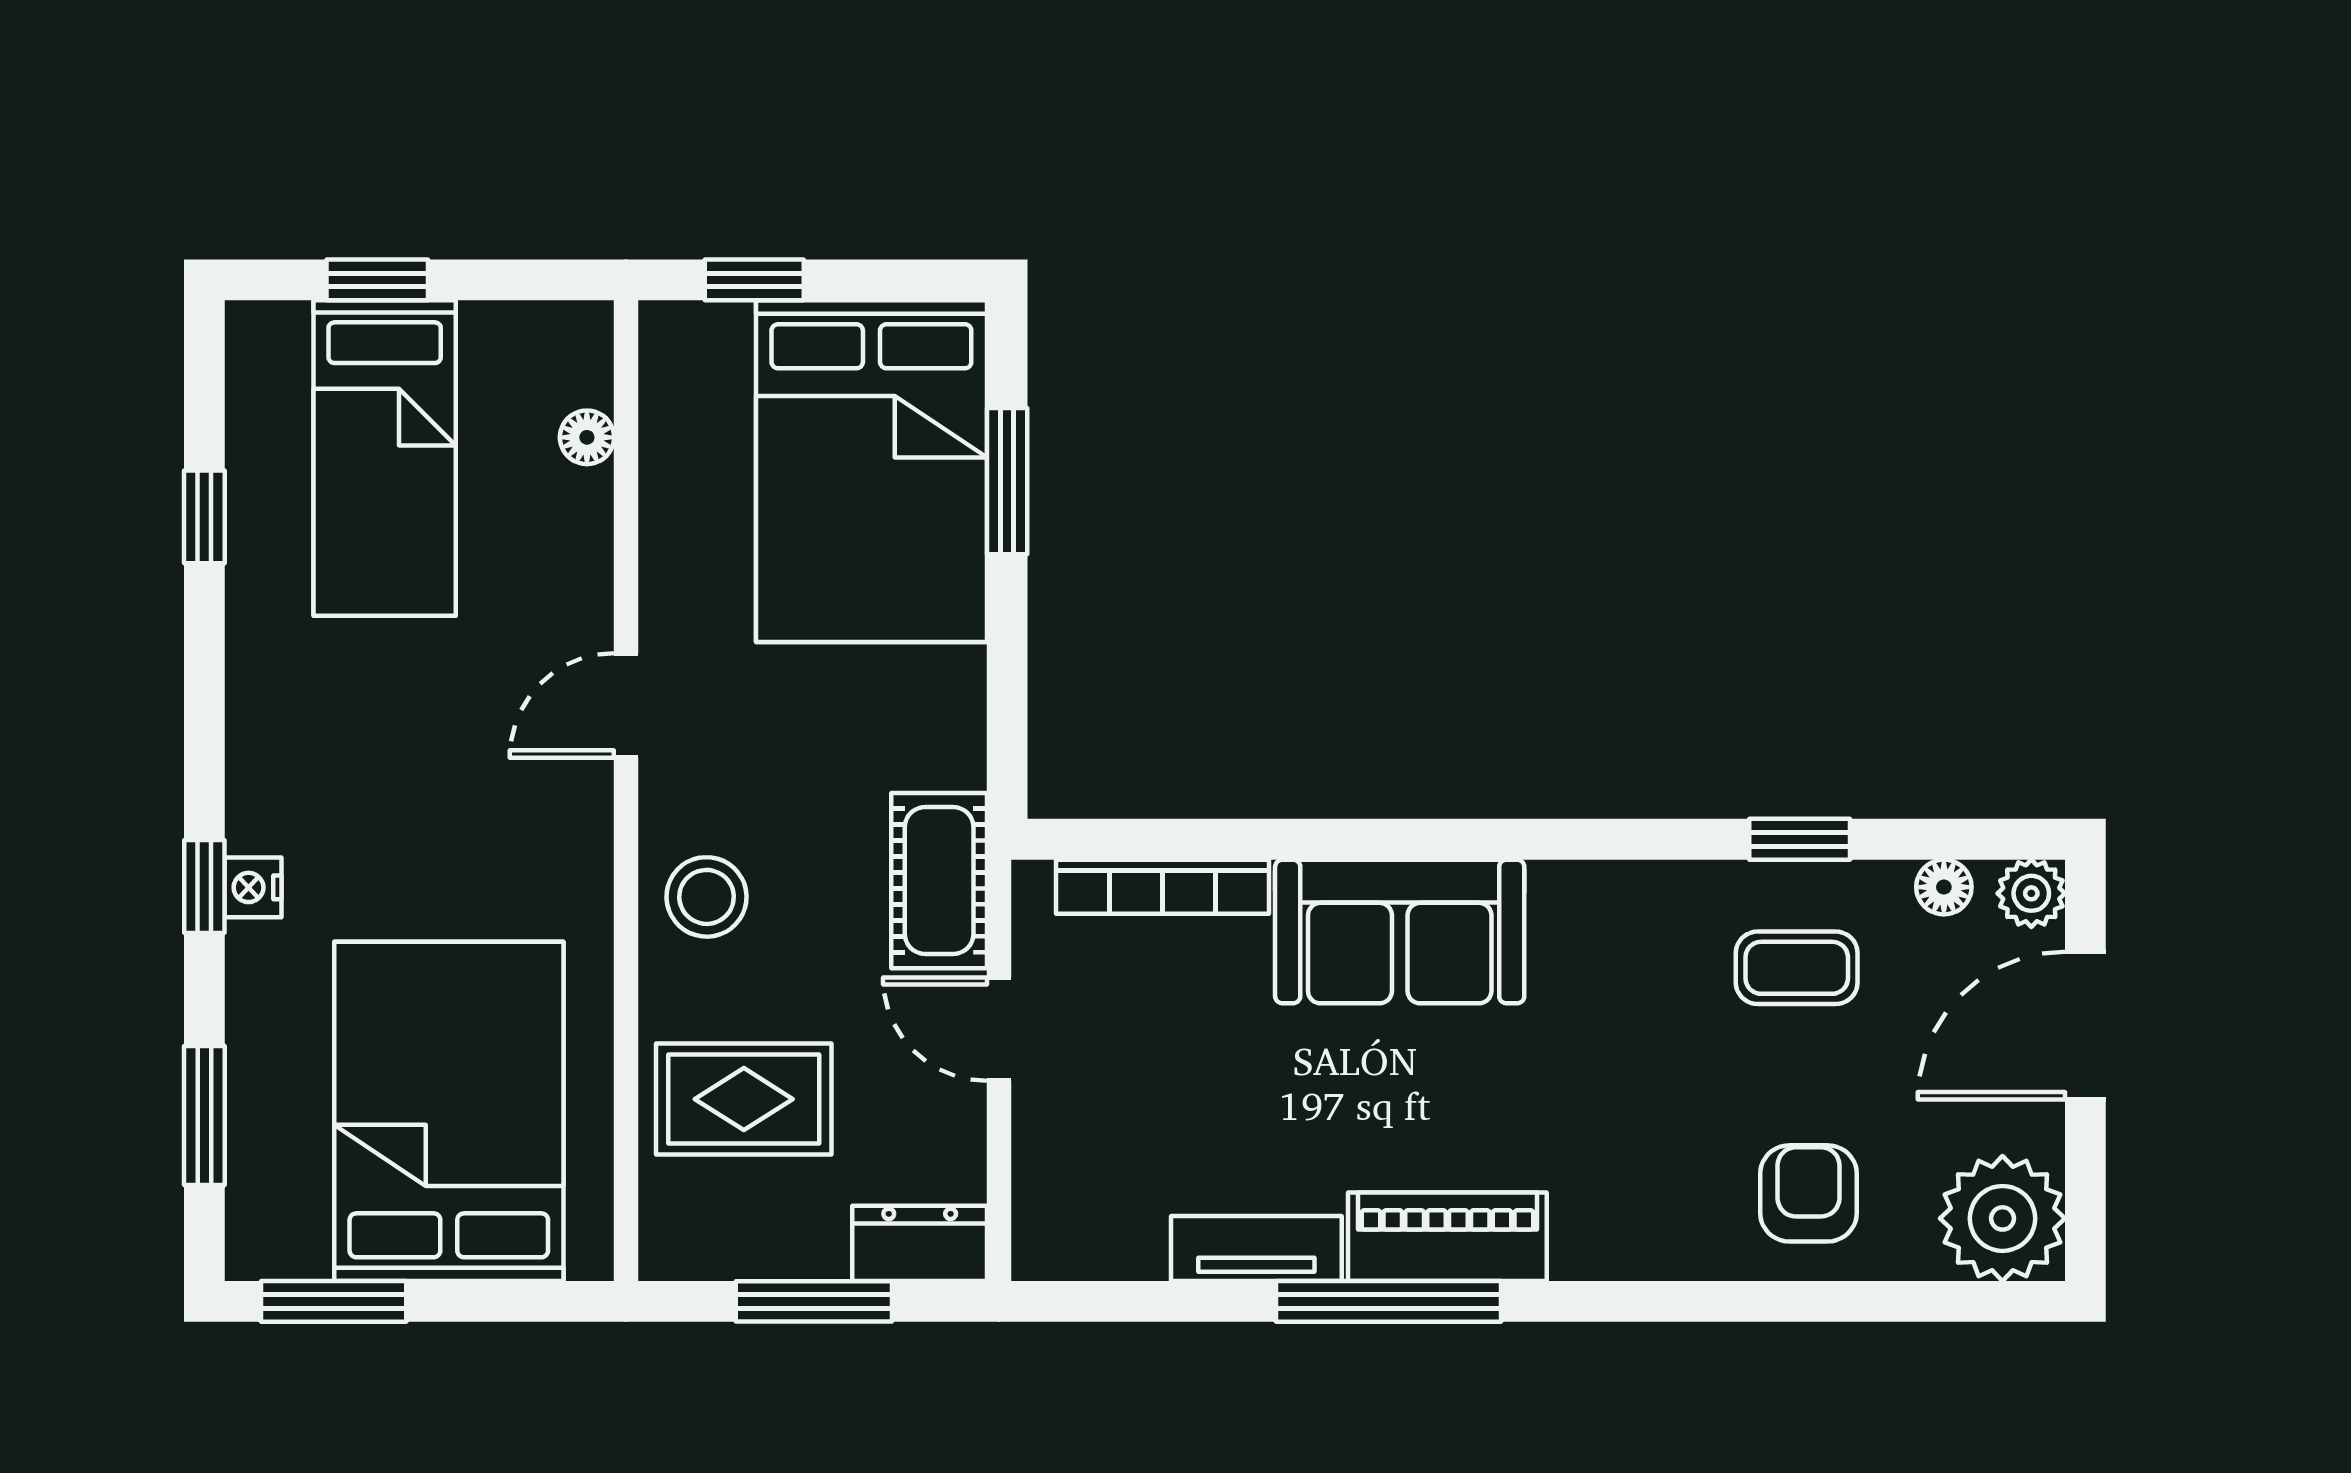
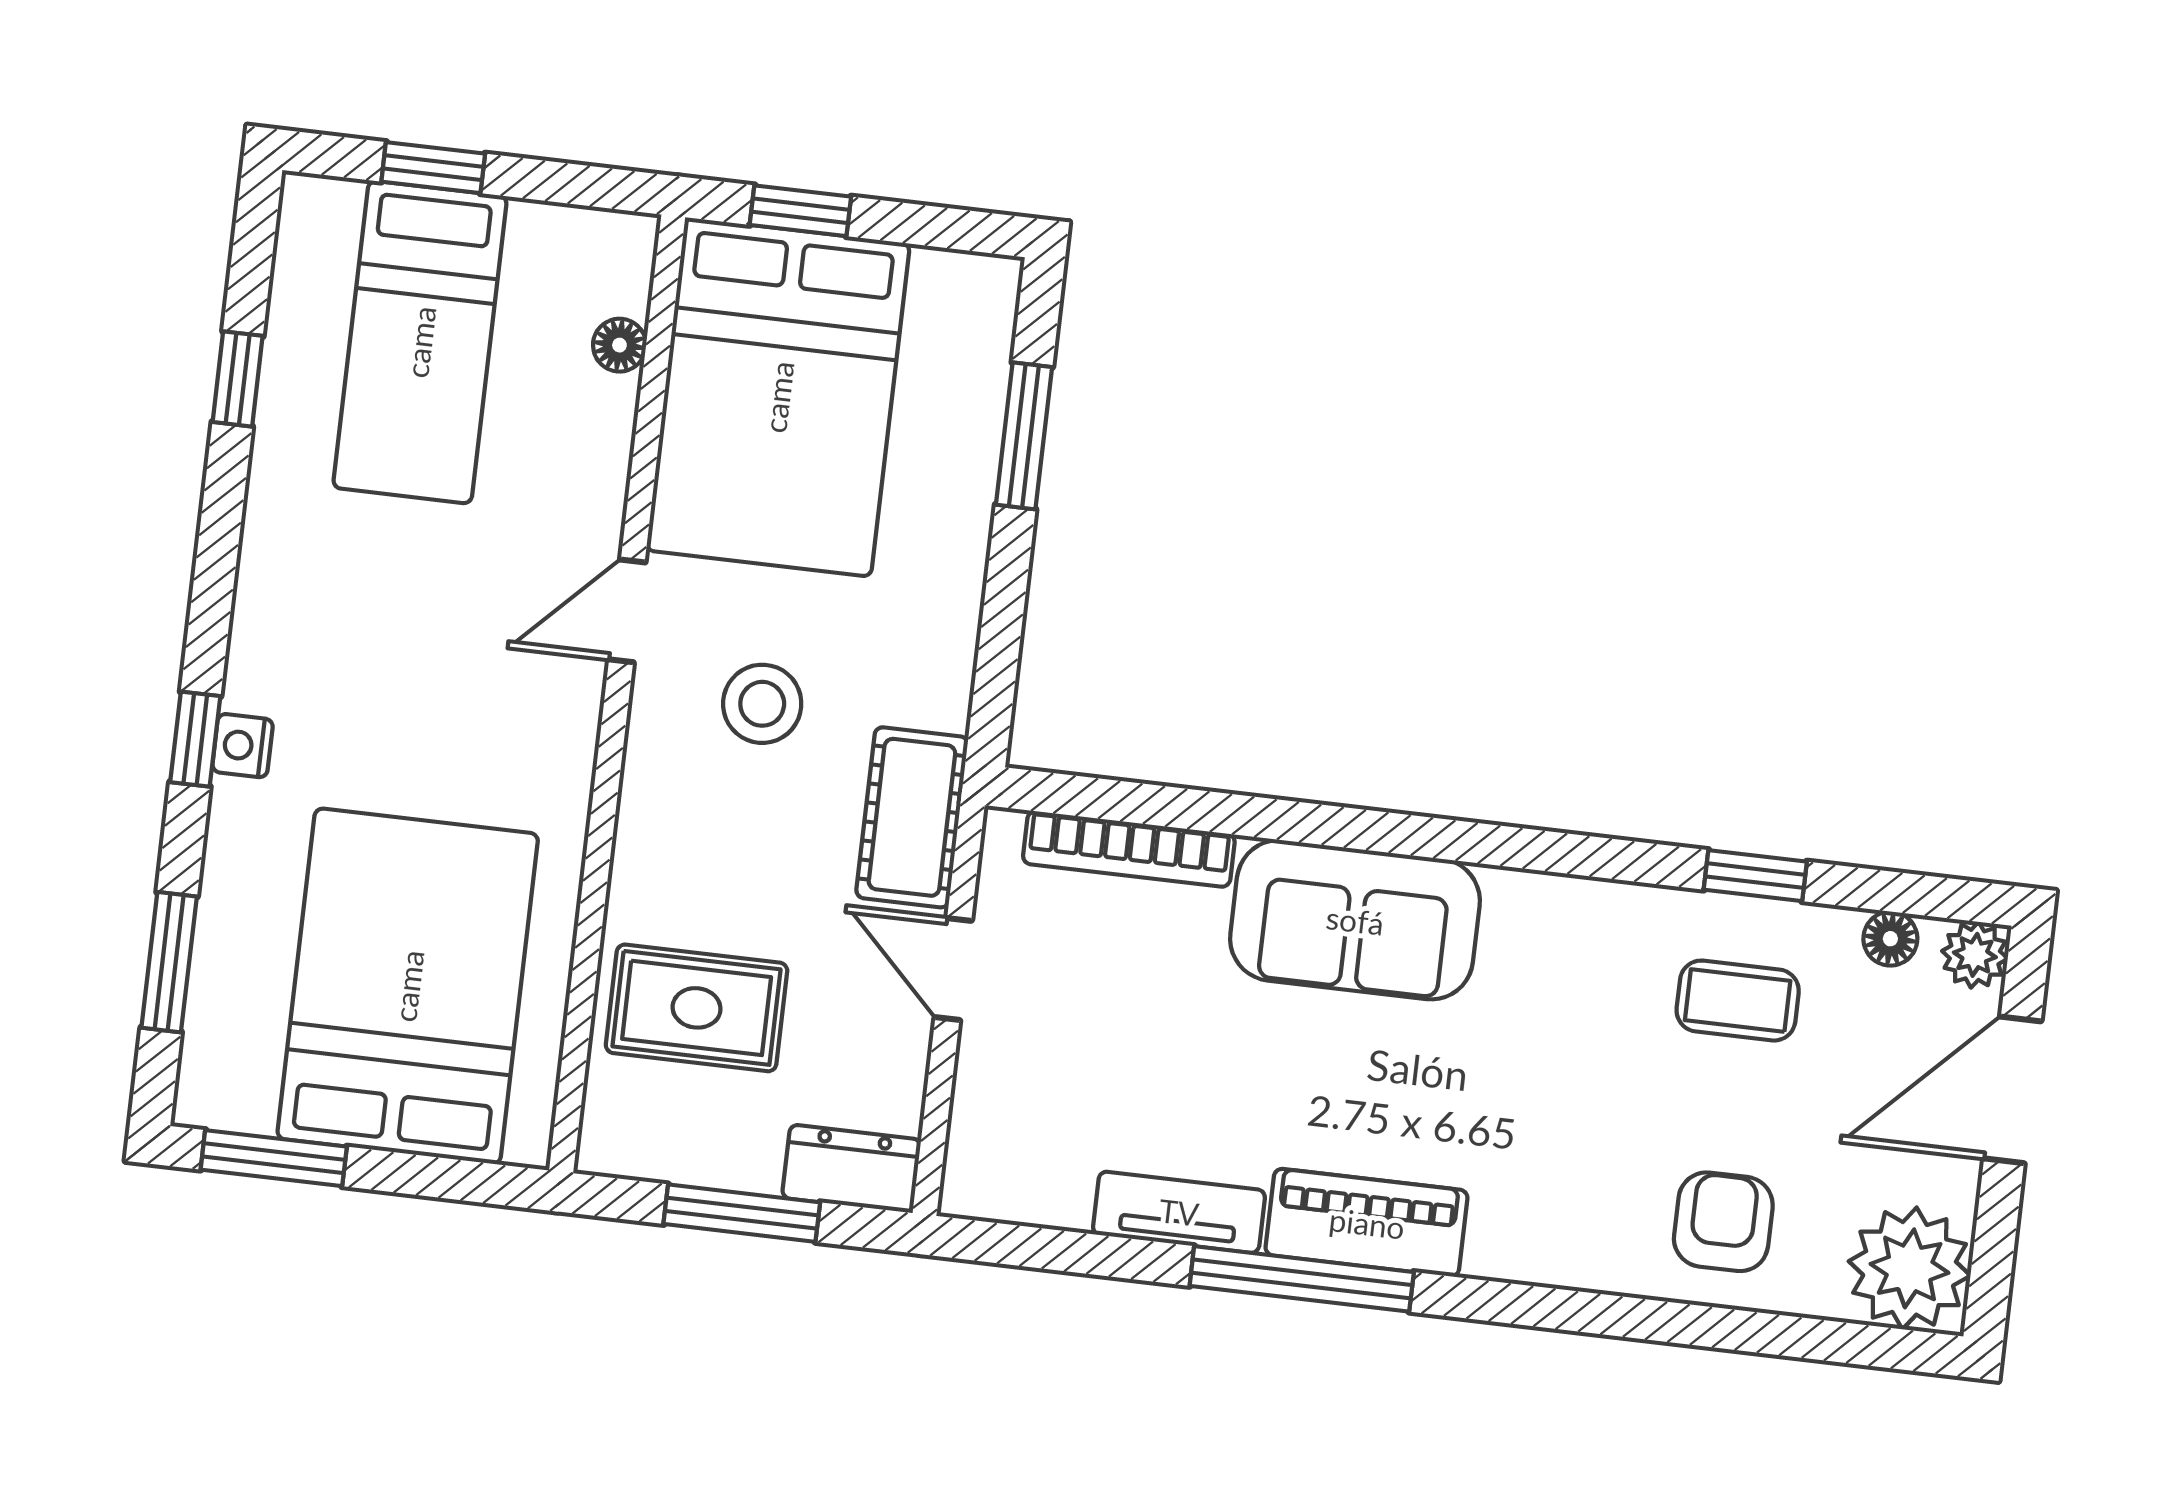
bed: (871, 471) -> (778, 397), moved
stool: (707, 897) -> (762, 704), moved

